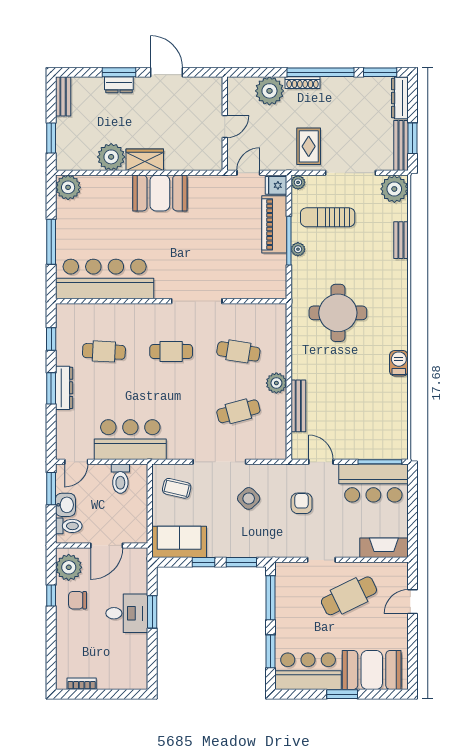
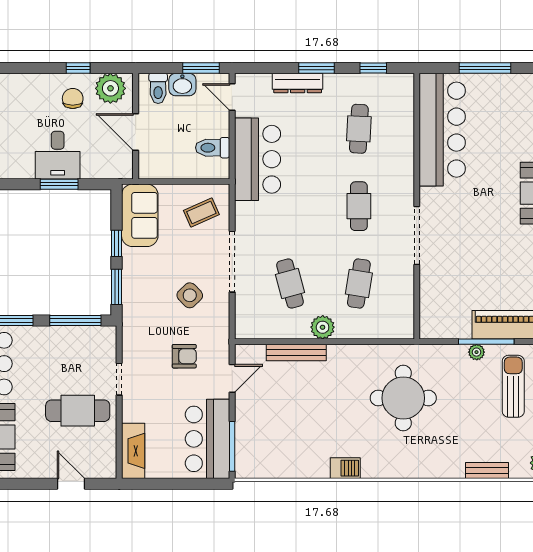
dresser: (64, 388) -> (298, 83), moved
coffee table: (177, 488) -> (201, 213), turned 53
cafe table: (349, 596) -> (78, 411), turned -64

